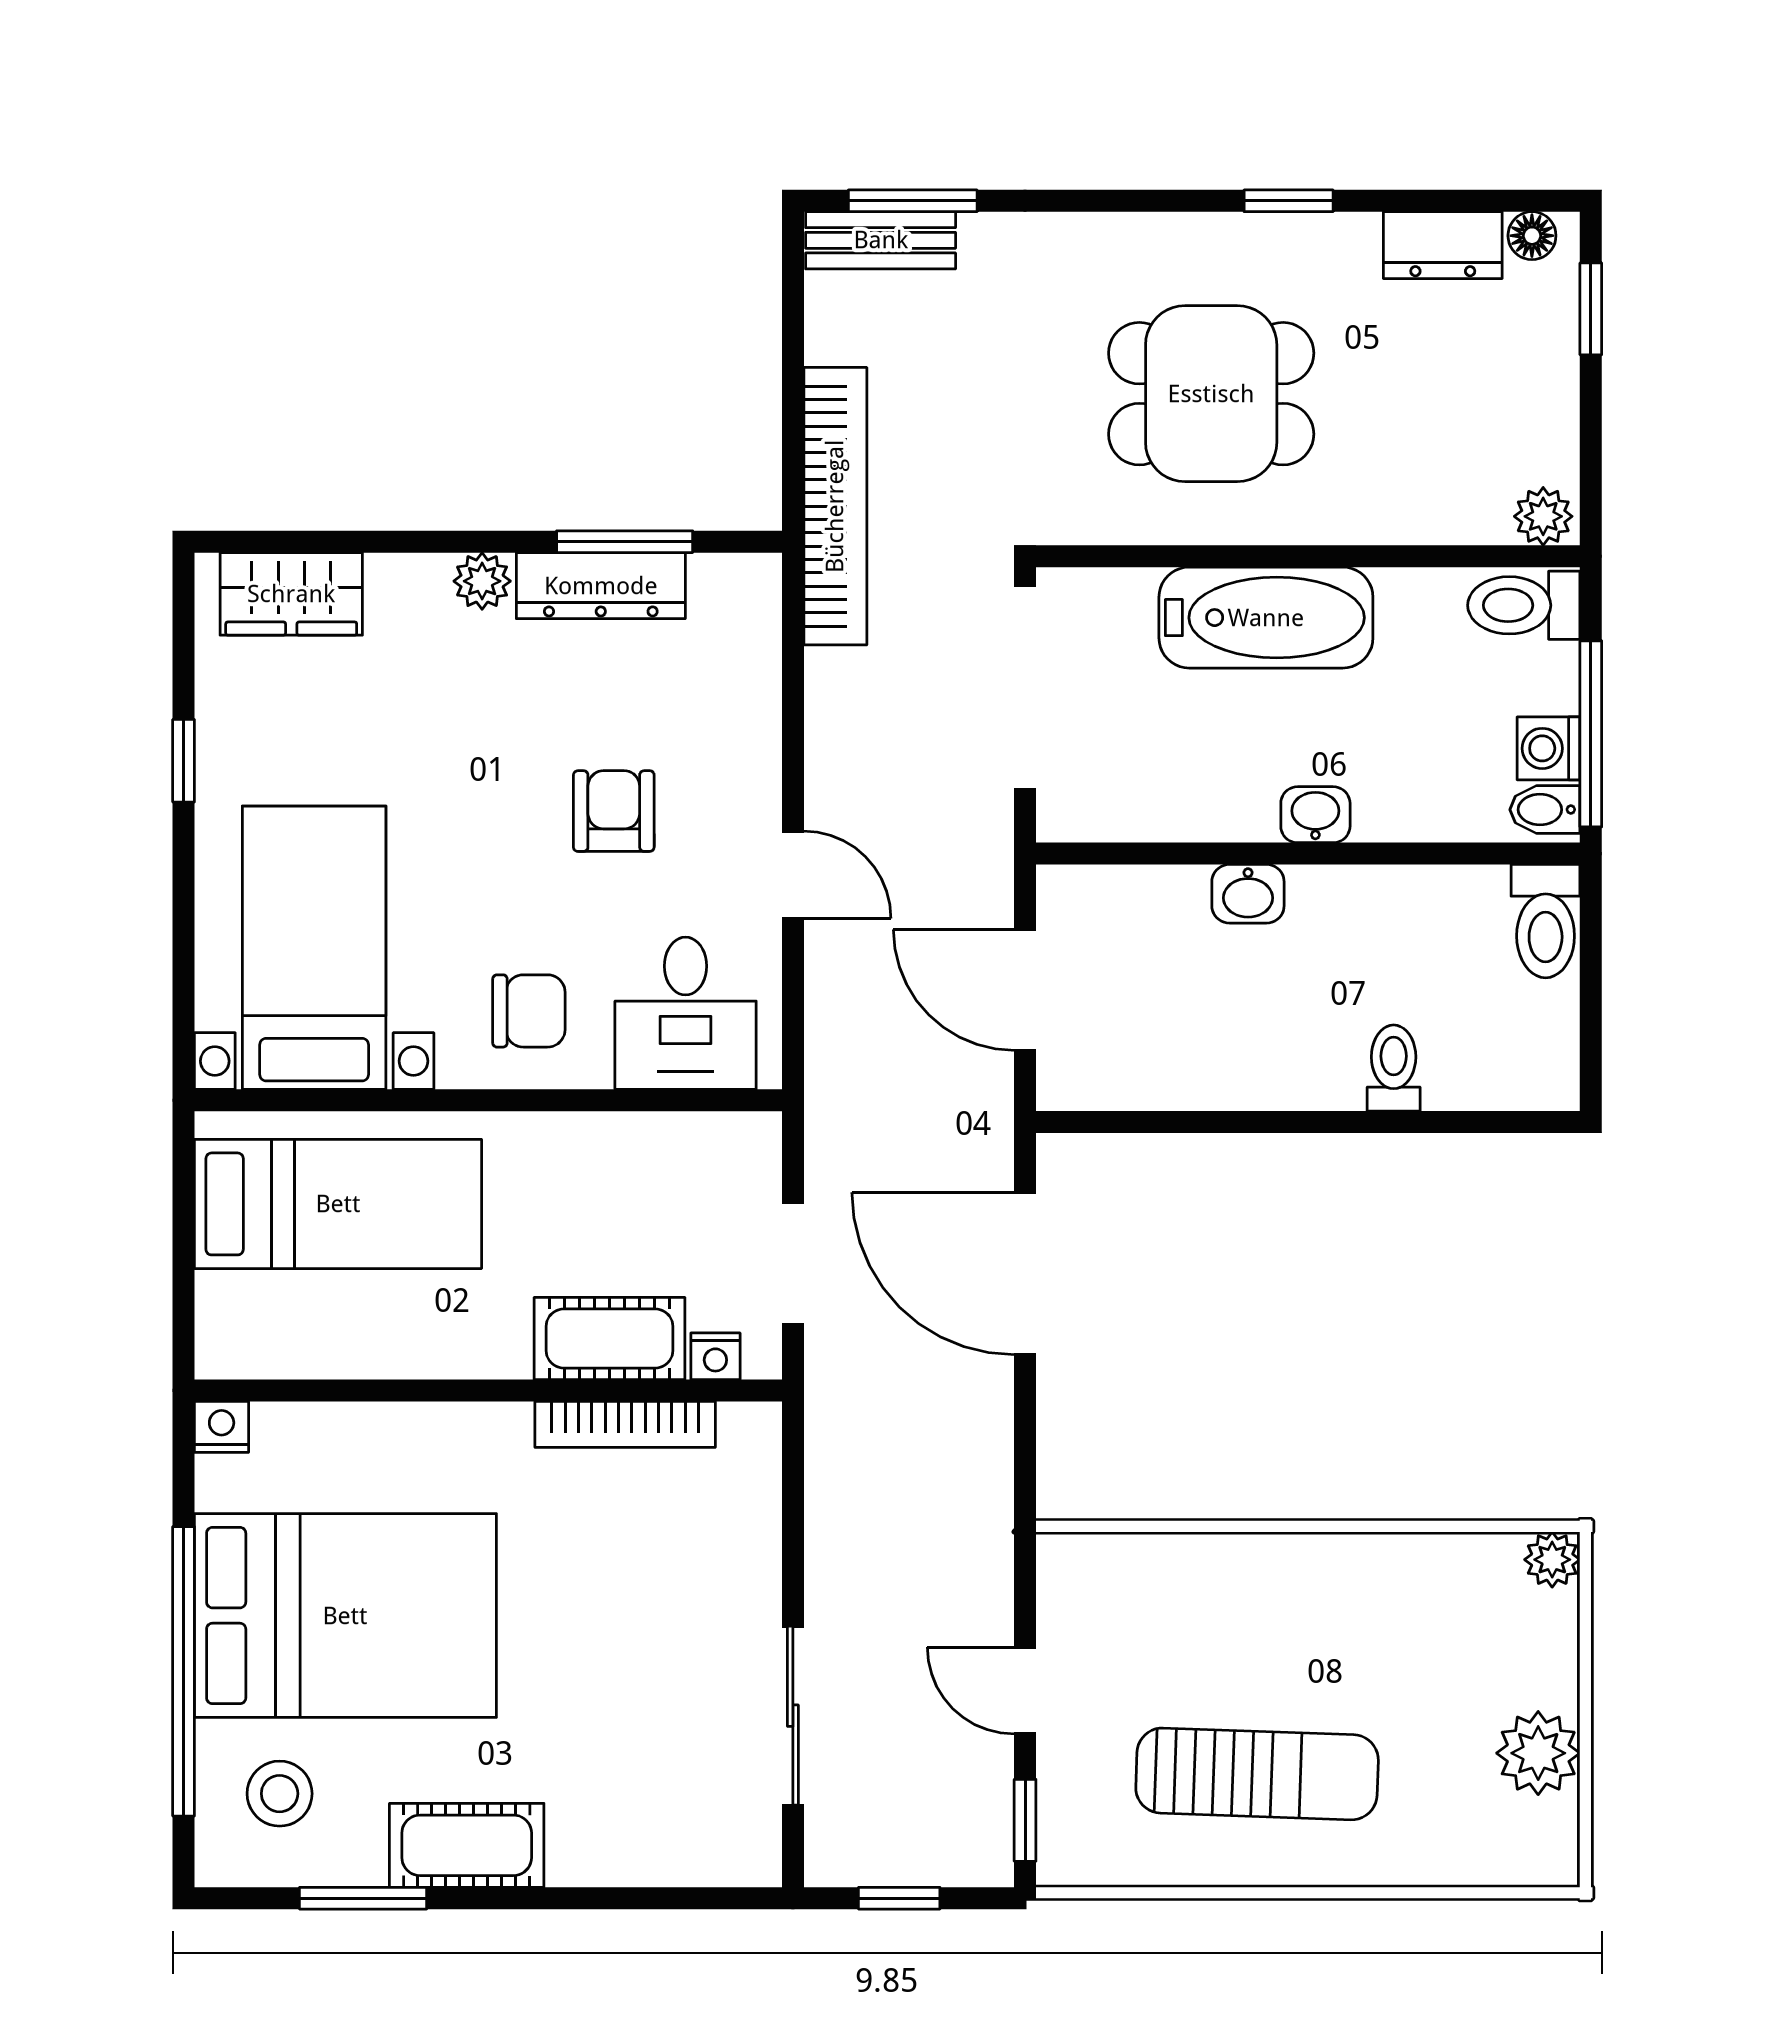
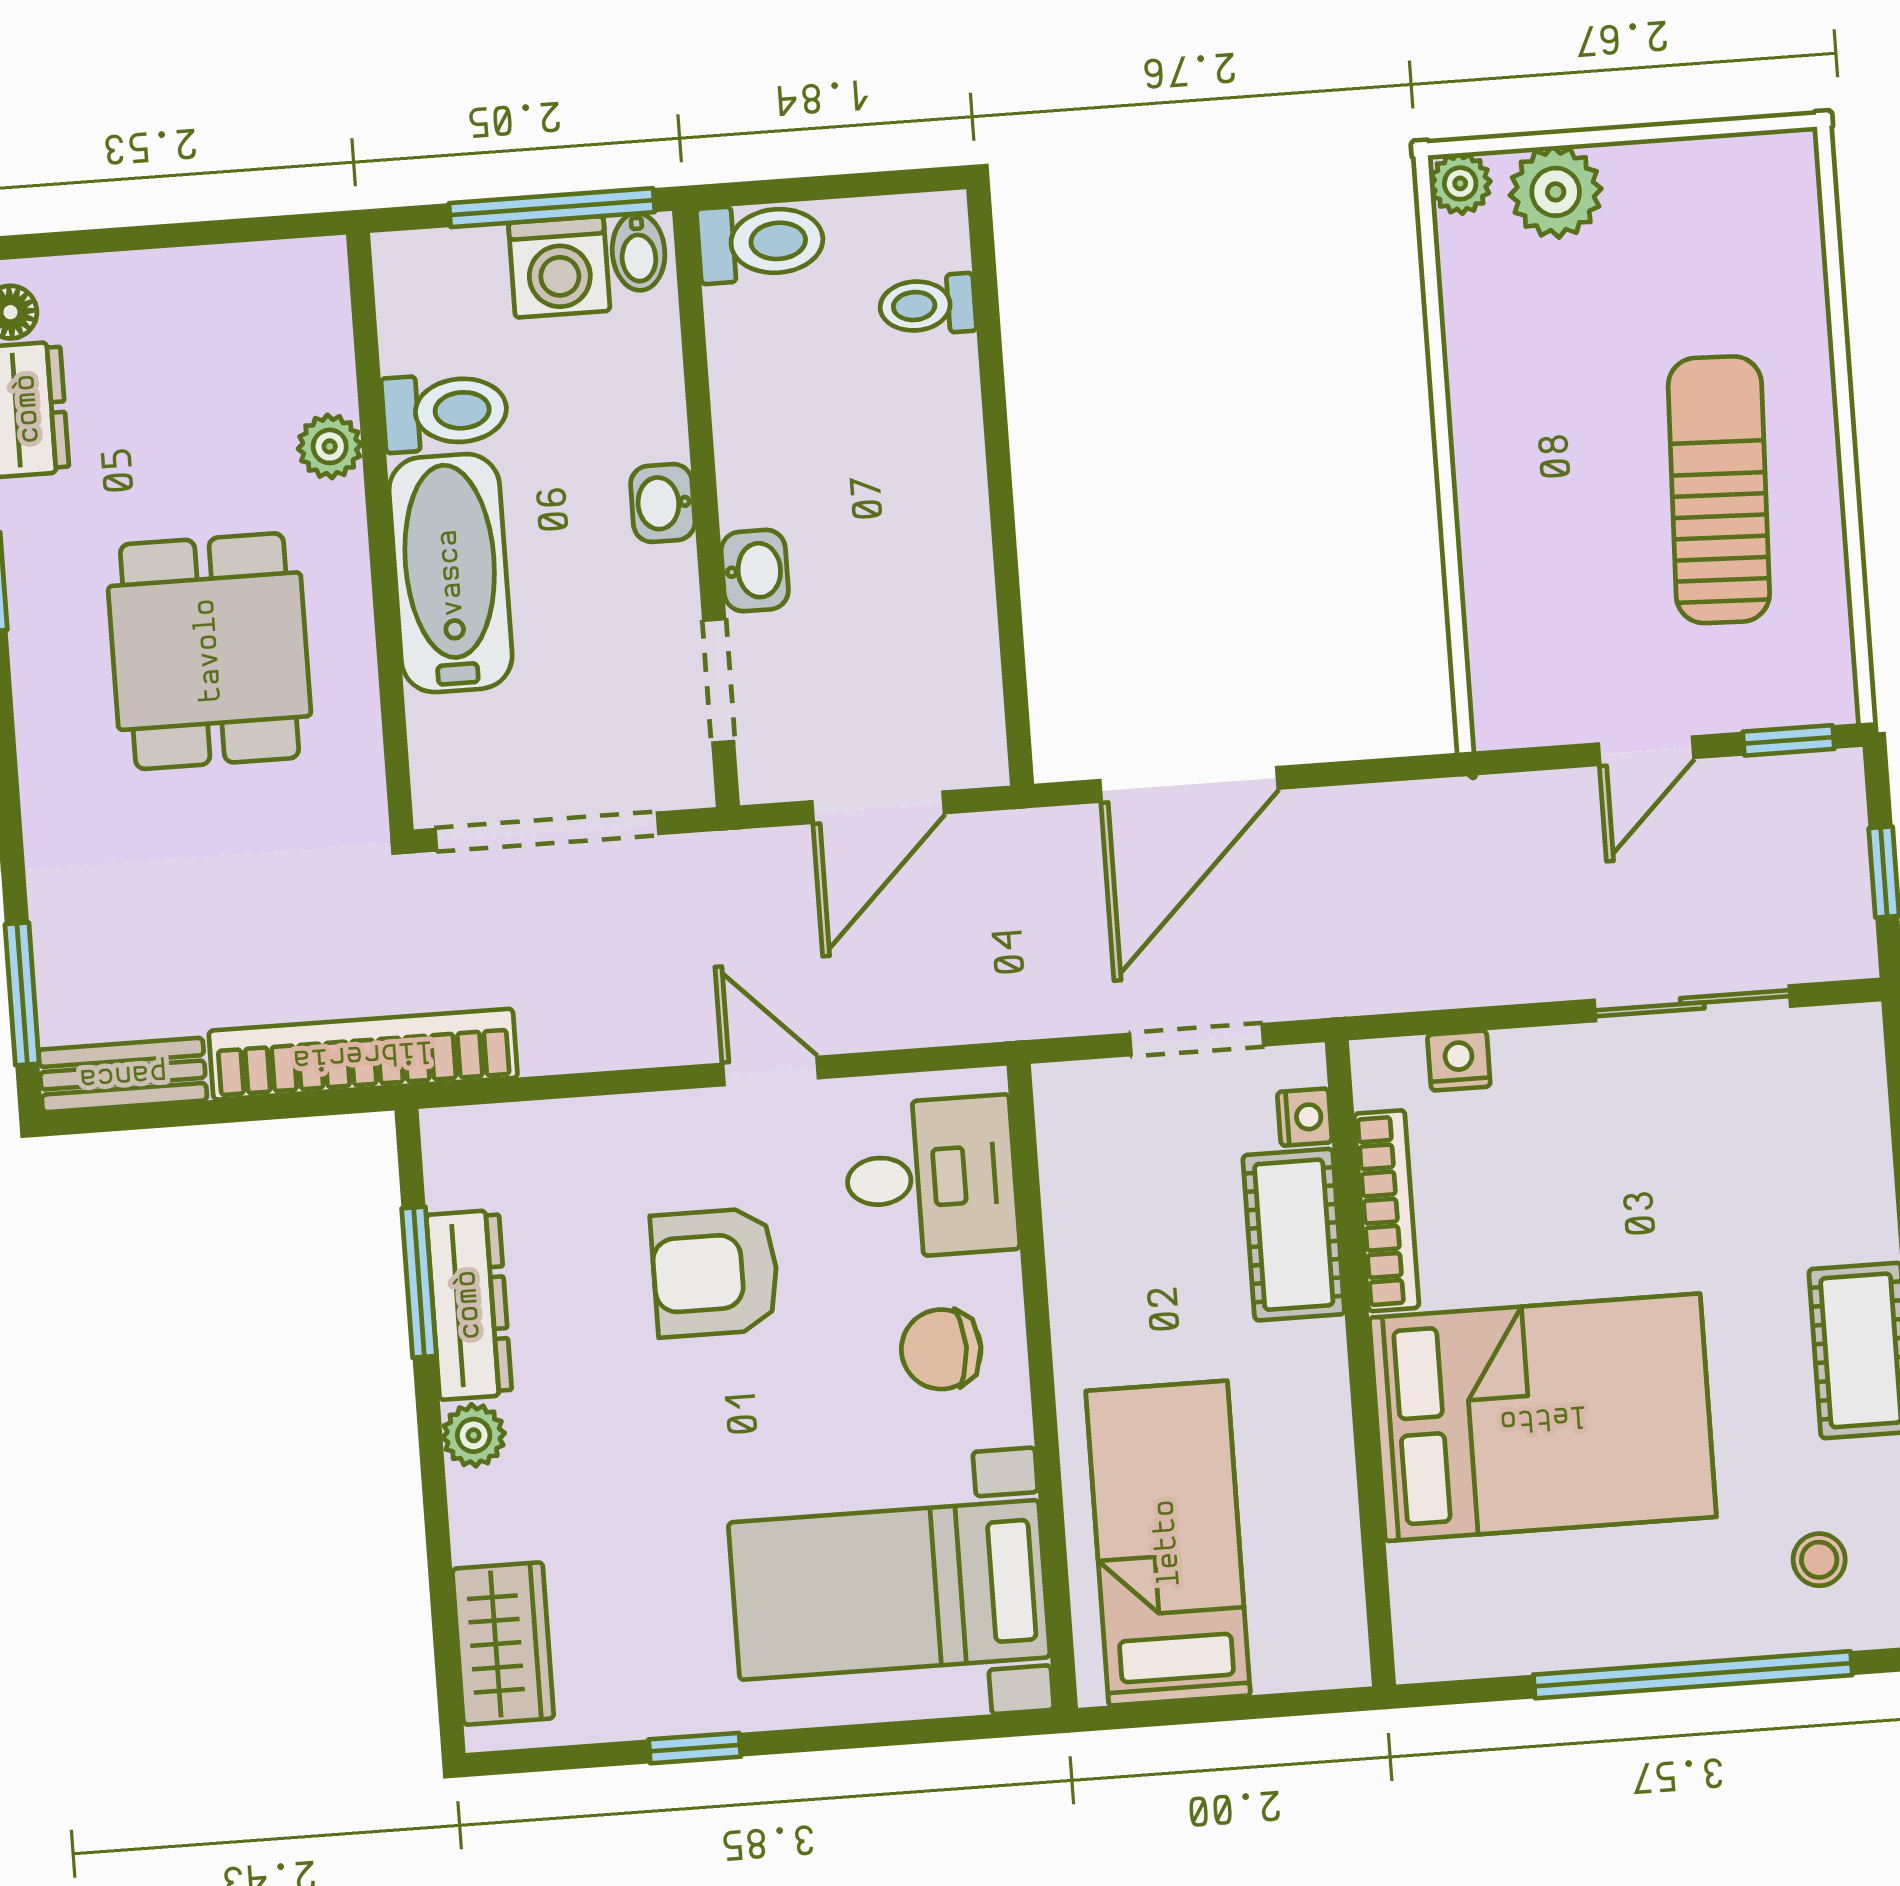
bench: (881, 240) -> (123, 1075), moved, turned 90
window: (1591, 309) -> (86, 242), removed
plant: (1543, 516) -> (330, 446), moved
toilet: (1524, 605) -> (445, 412), moved, turned -90
washing machine: (1548, 748) -> (559, 267), width x1.38, depth x1.38
armchair: (614, 811) -> (715, 1272), width x1.38, depth x1.38
doorway: (1150, 854) -> (719, 681), added
door: (793, 875) -> (770, 1071), hinge flipped
chair: (529, 1011) -> (941, 1349), turned -90
toilet: (1394, 1068) -> (927, 305), moved
nightstand: (222, 1427) -> (1459, 1061), moved, turned 90
bed: (345, 1616) -> (1543, 1417), moved, turned 90
plant: (1538, 1753) -> (1556, 192), moved
stool: (280, 1794) -> (1819, 1560), width x0.73, depth x0.73

